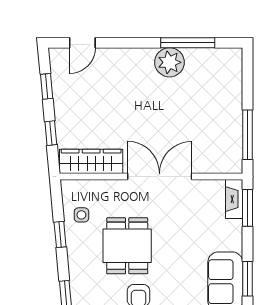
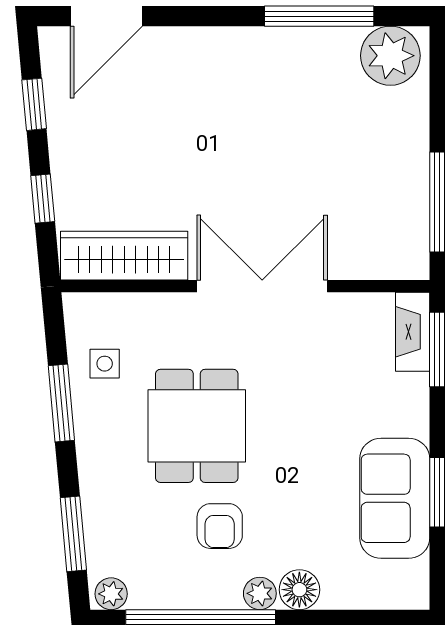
door: (82, 43) -> (106, 16), width x1.38
plant: (169, 62) -> (390, 56), moved
window: (60, 234) -> (61, 403), width x1.50

